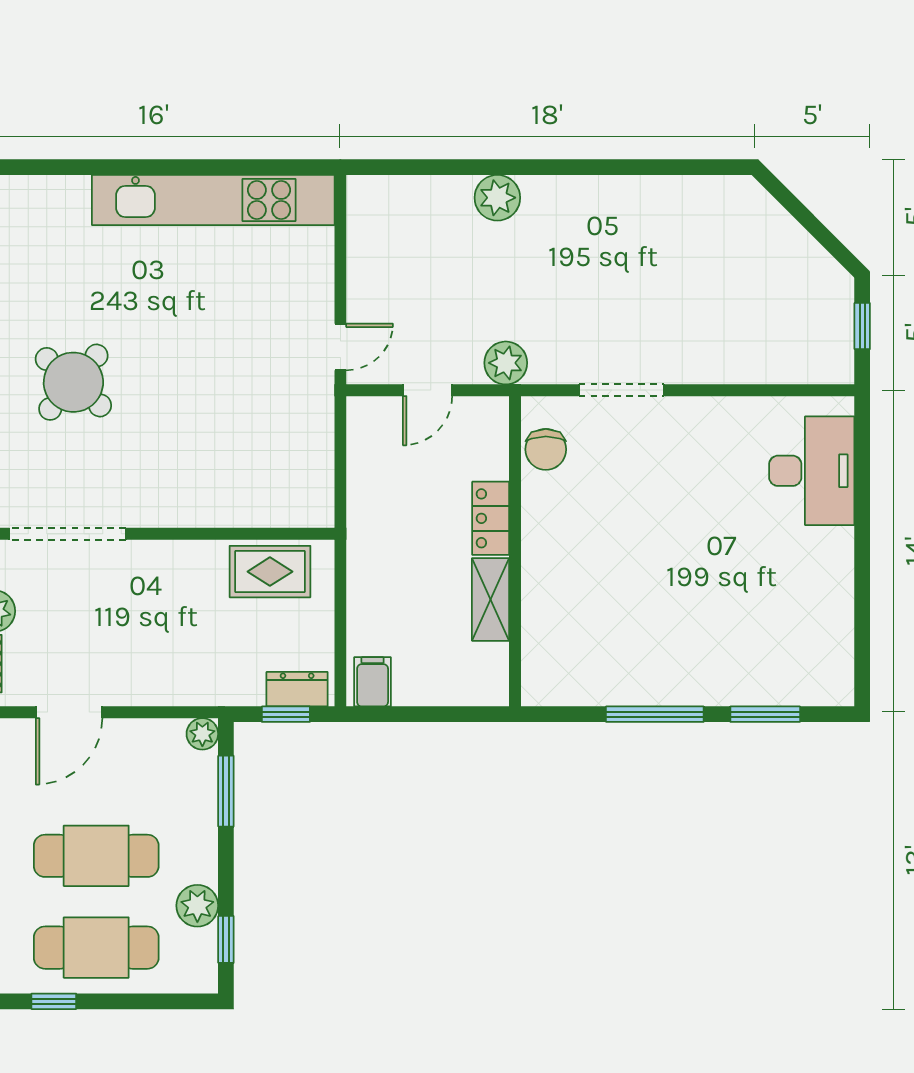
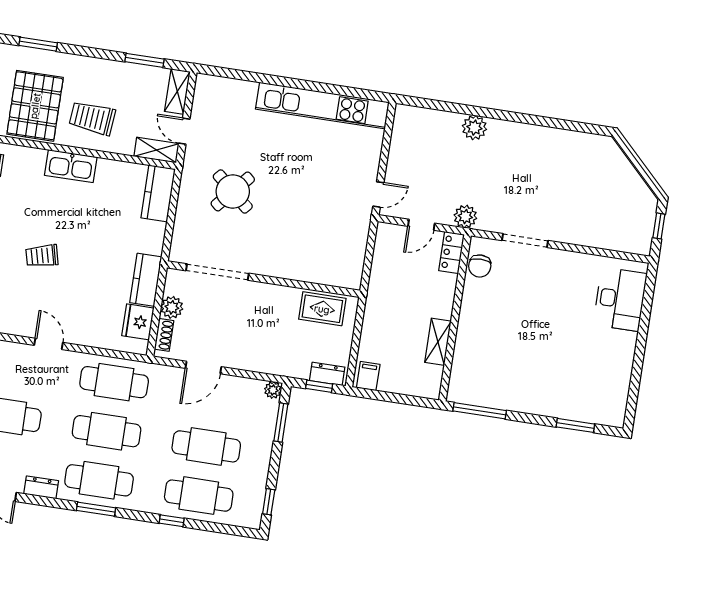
locker: (491, 518) -> (452, 253), moved
window: (655, 714) -> (480, 411), moved
plant: (197, 906) -> (256, 481), removed

